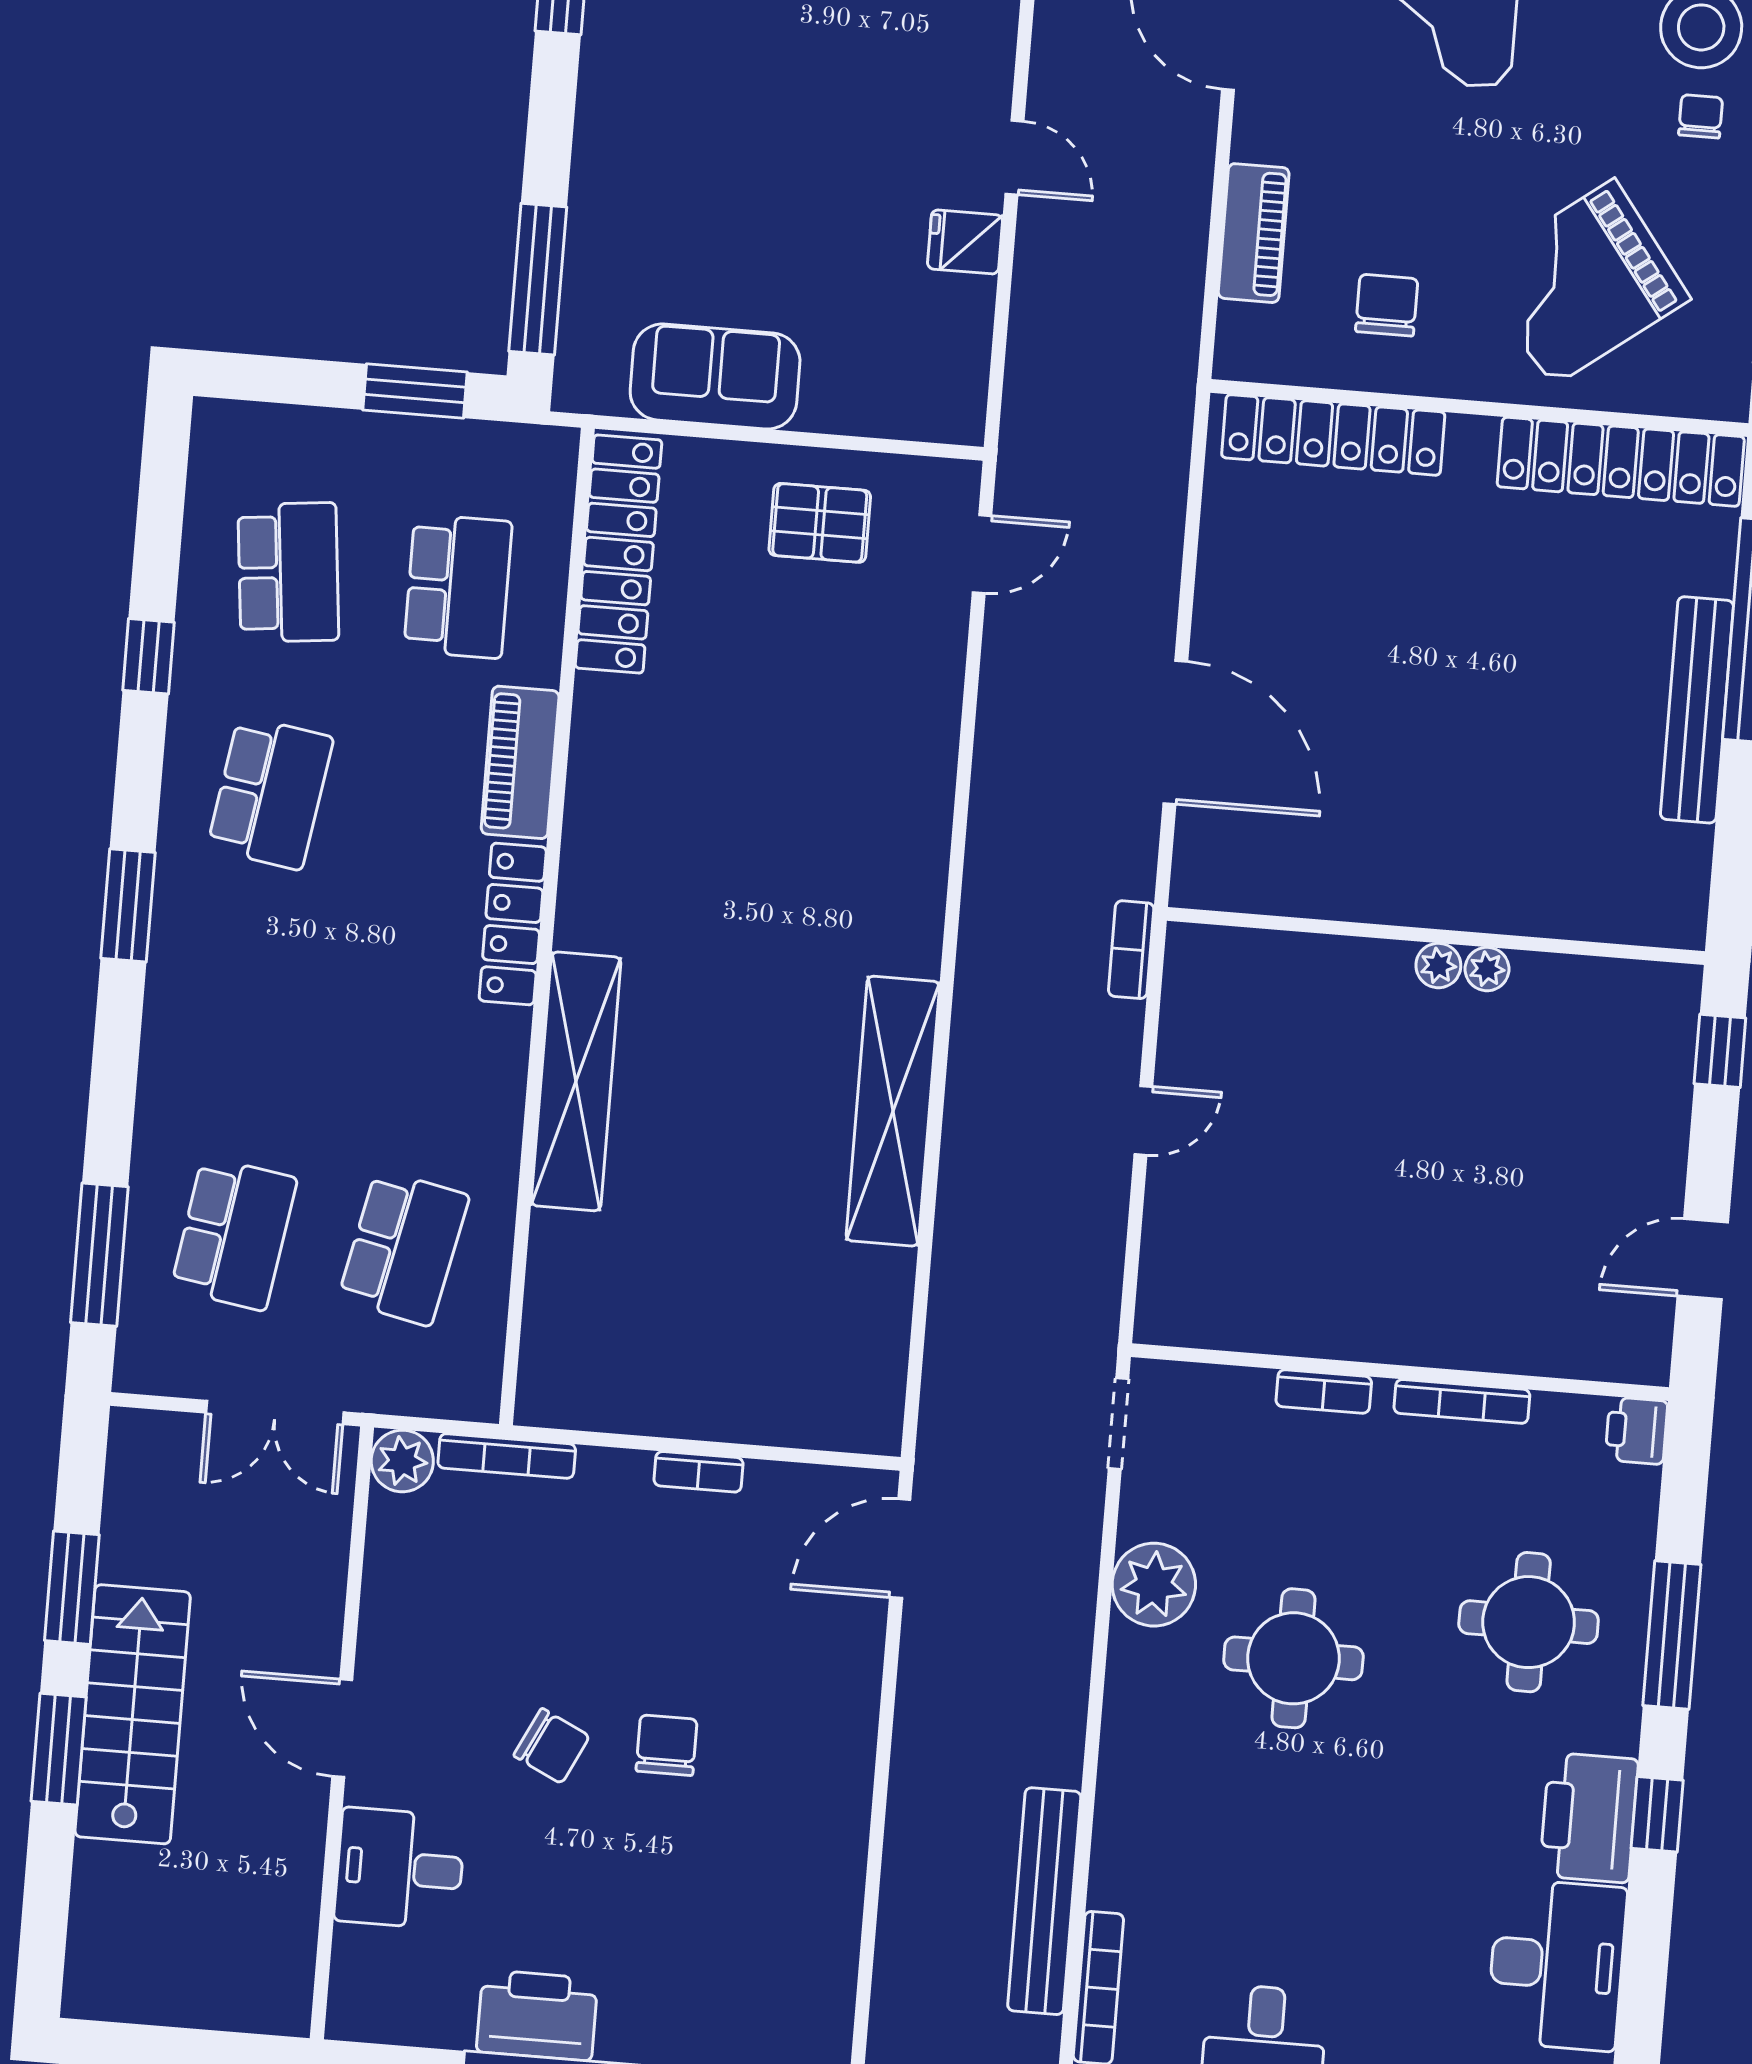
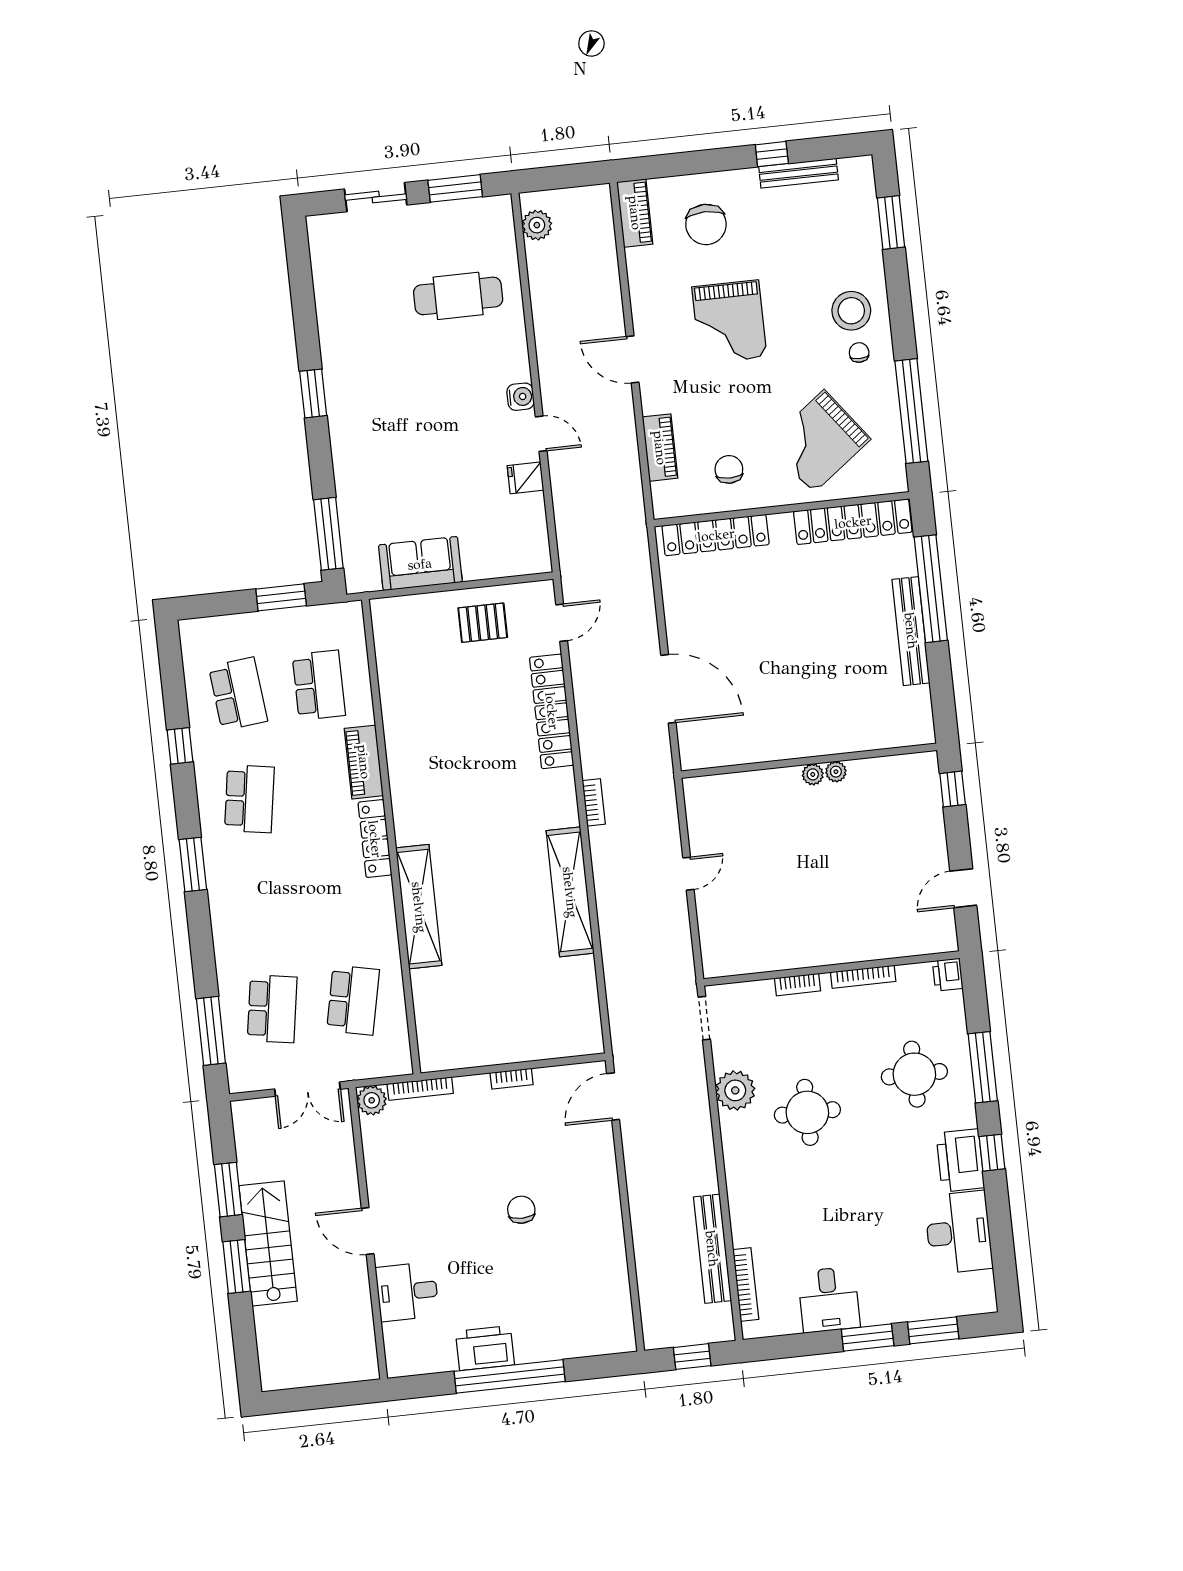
water cooler: (987, 73) -> (521, 397), added
locker: (619, 554) -> (552, 711), moved, turned 180
bookcase: (1131, 950) -> (594, 802), moved, turned 180
chair: (552, 1746) -> (467, 1220), removed

